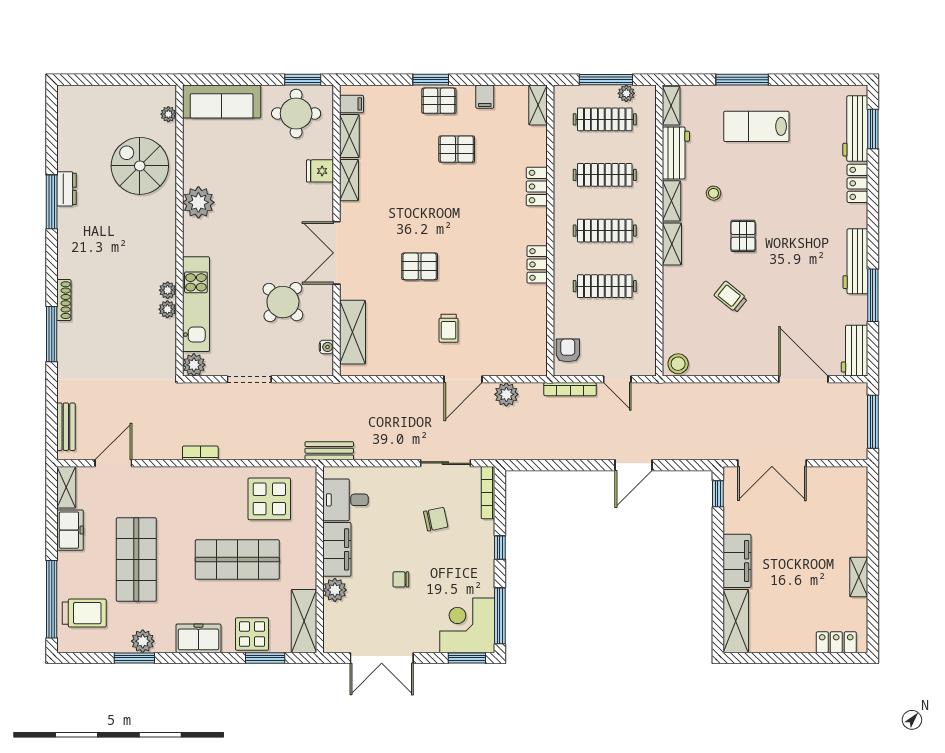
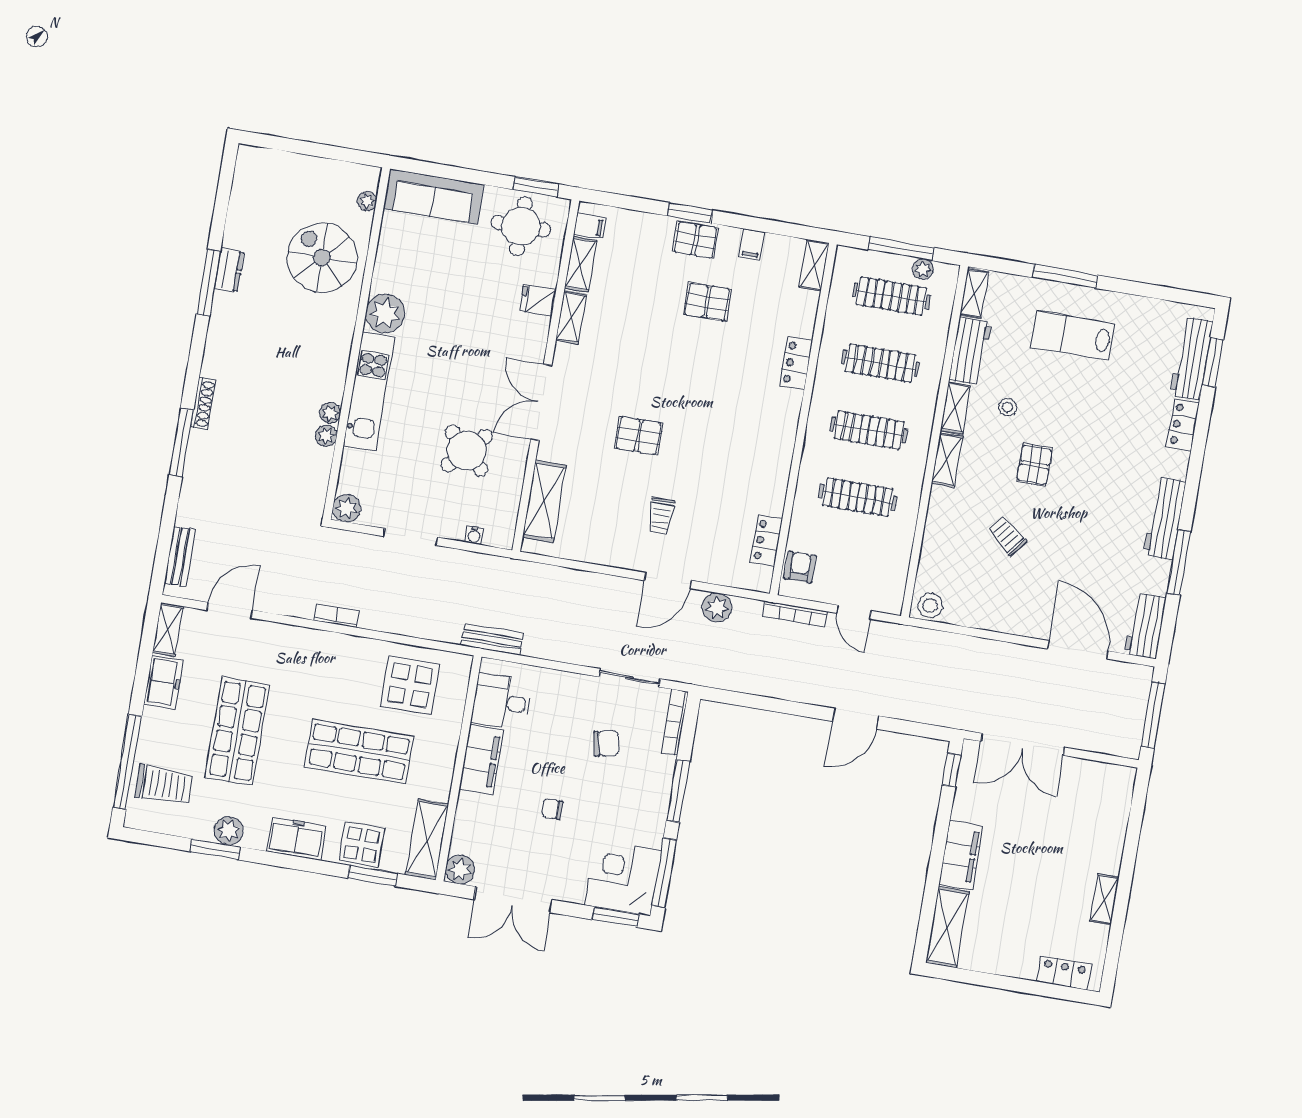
locker: (537, 264) -> (766, 541), moved
kitchen unit: (196, 304) -> (369, 391), moved
water cooler: (326, 347) -> (474, 535), moved, turned 90
window: (500, 548) -> (678, 791), width x2.17
plant: (335, 590) -> (460, 869), moved

